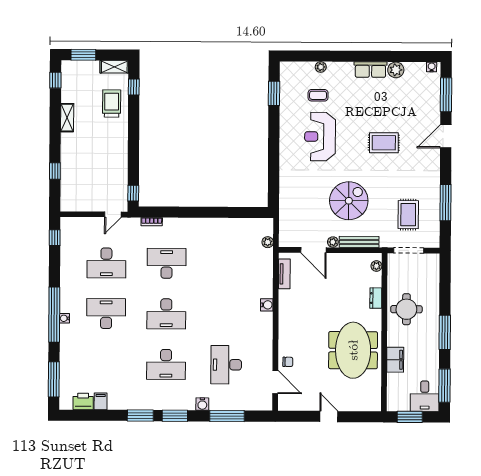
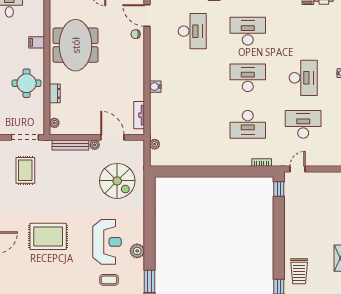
plant: (287, 127) -> (137, 251), added
rug: (384, 143) -> (48, 236), width x1.36, depth x1.43
spiral stairs: (349, 201) -> (117, 181), moved, turned -90
desk: (106, 314) -> (303, 78), turned -90
filing cabinet: (395, 360) -> (37, 42), width x0.50

